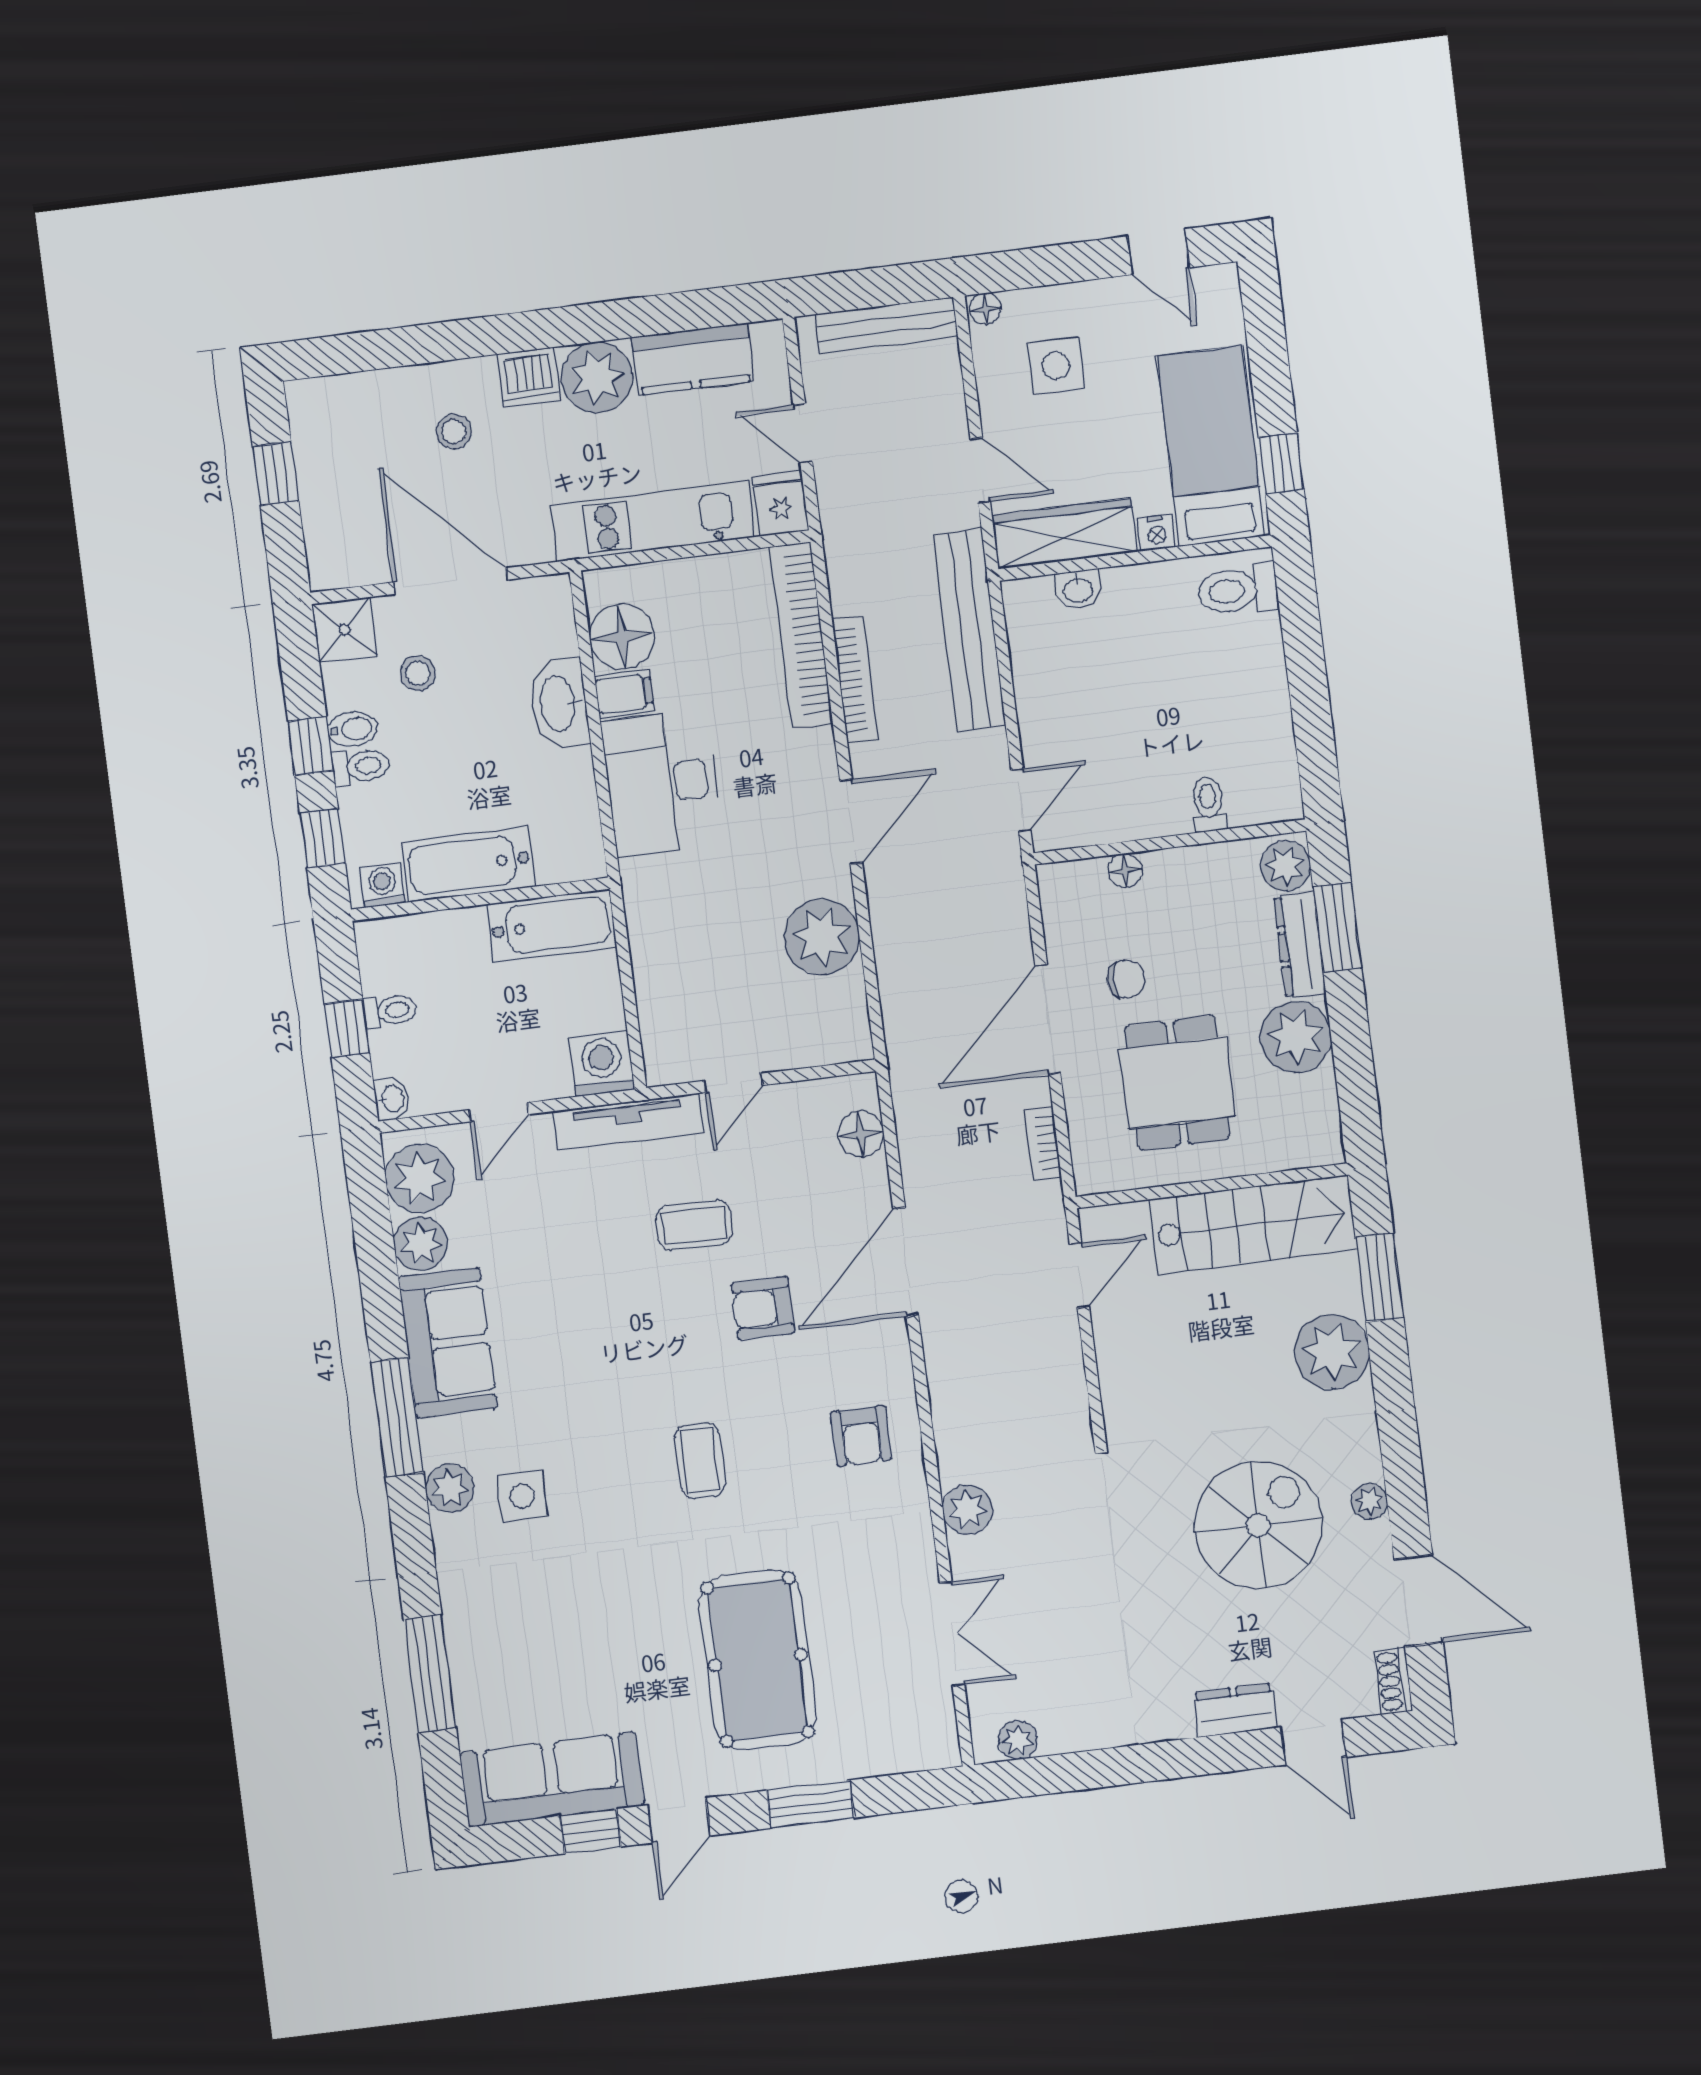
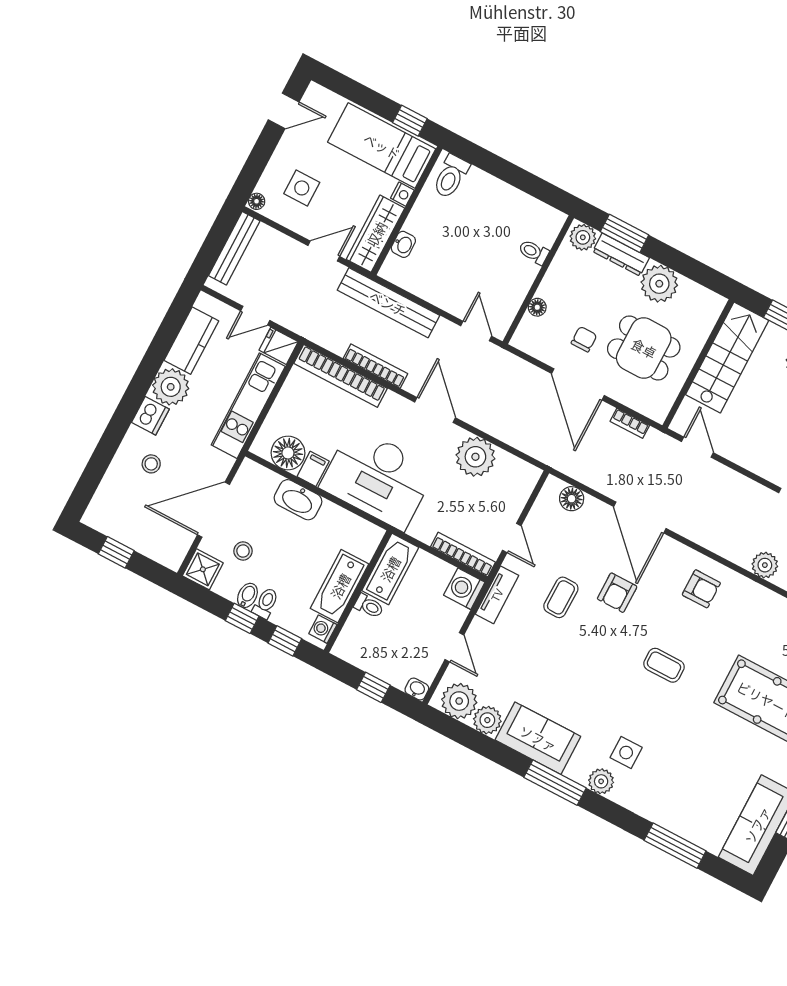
desk: (662, 783) -> (378, 478), width x1.36, depth x1.30
toilet: (390, 1011) -> (369, 606), moved, turned 90
bookcase: (654, 1024) -> (463, 554), added
tv unit: (628, 1122) -> (497, 595), width x0.71

